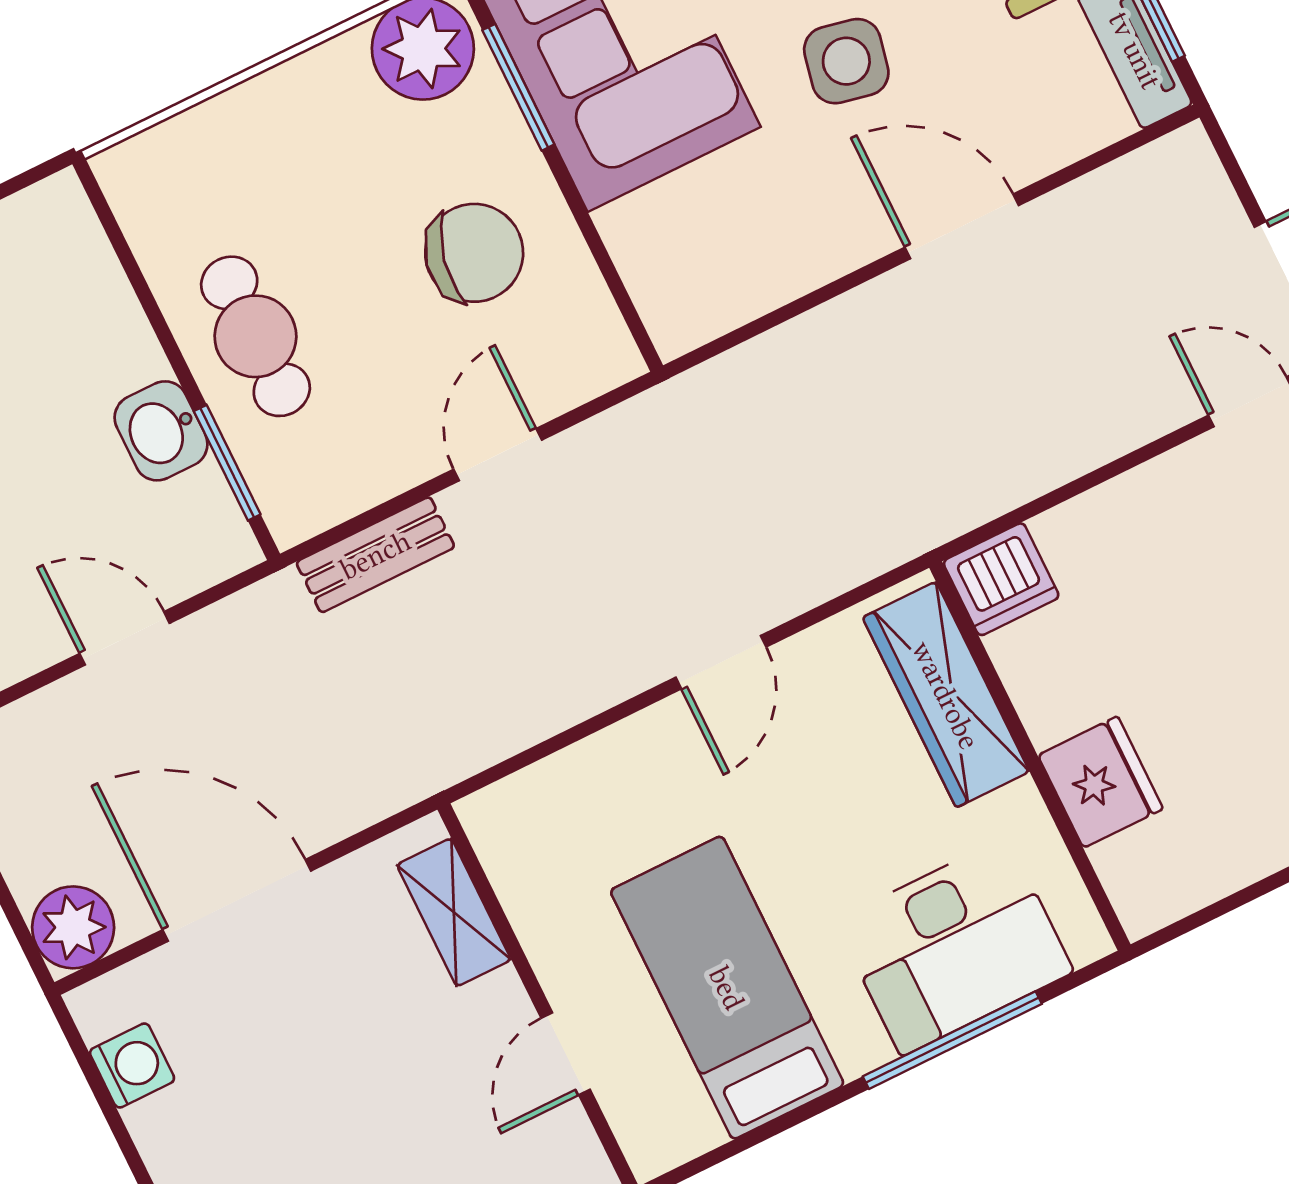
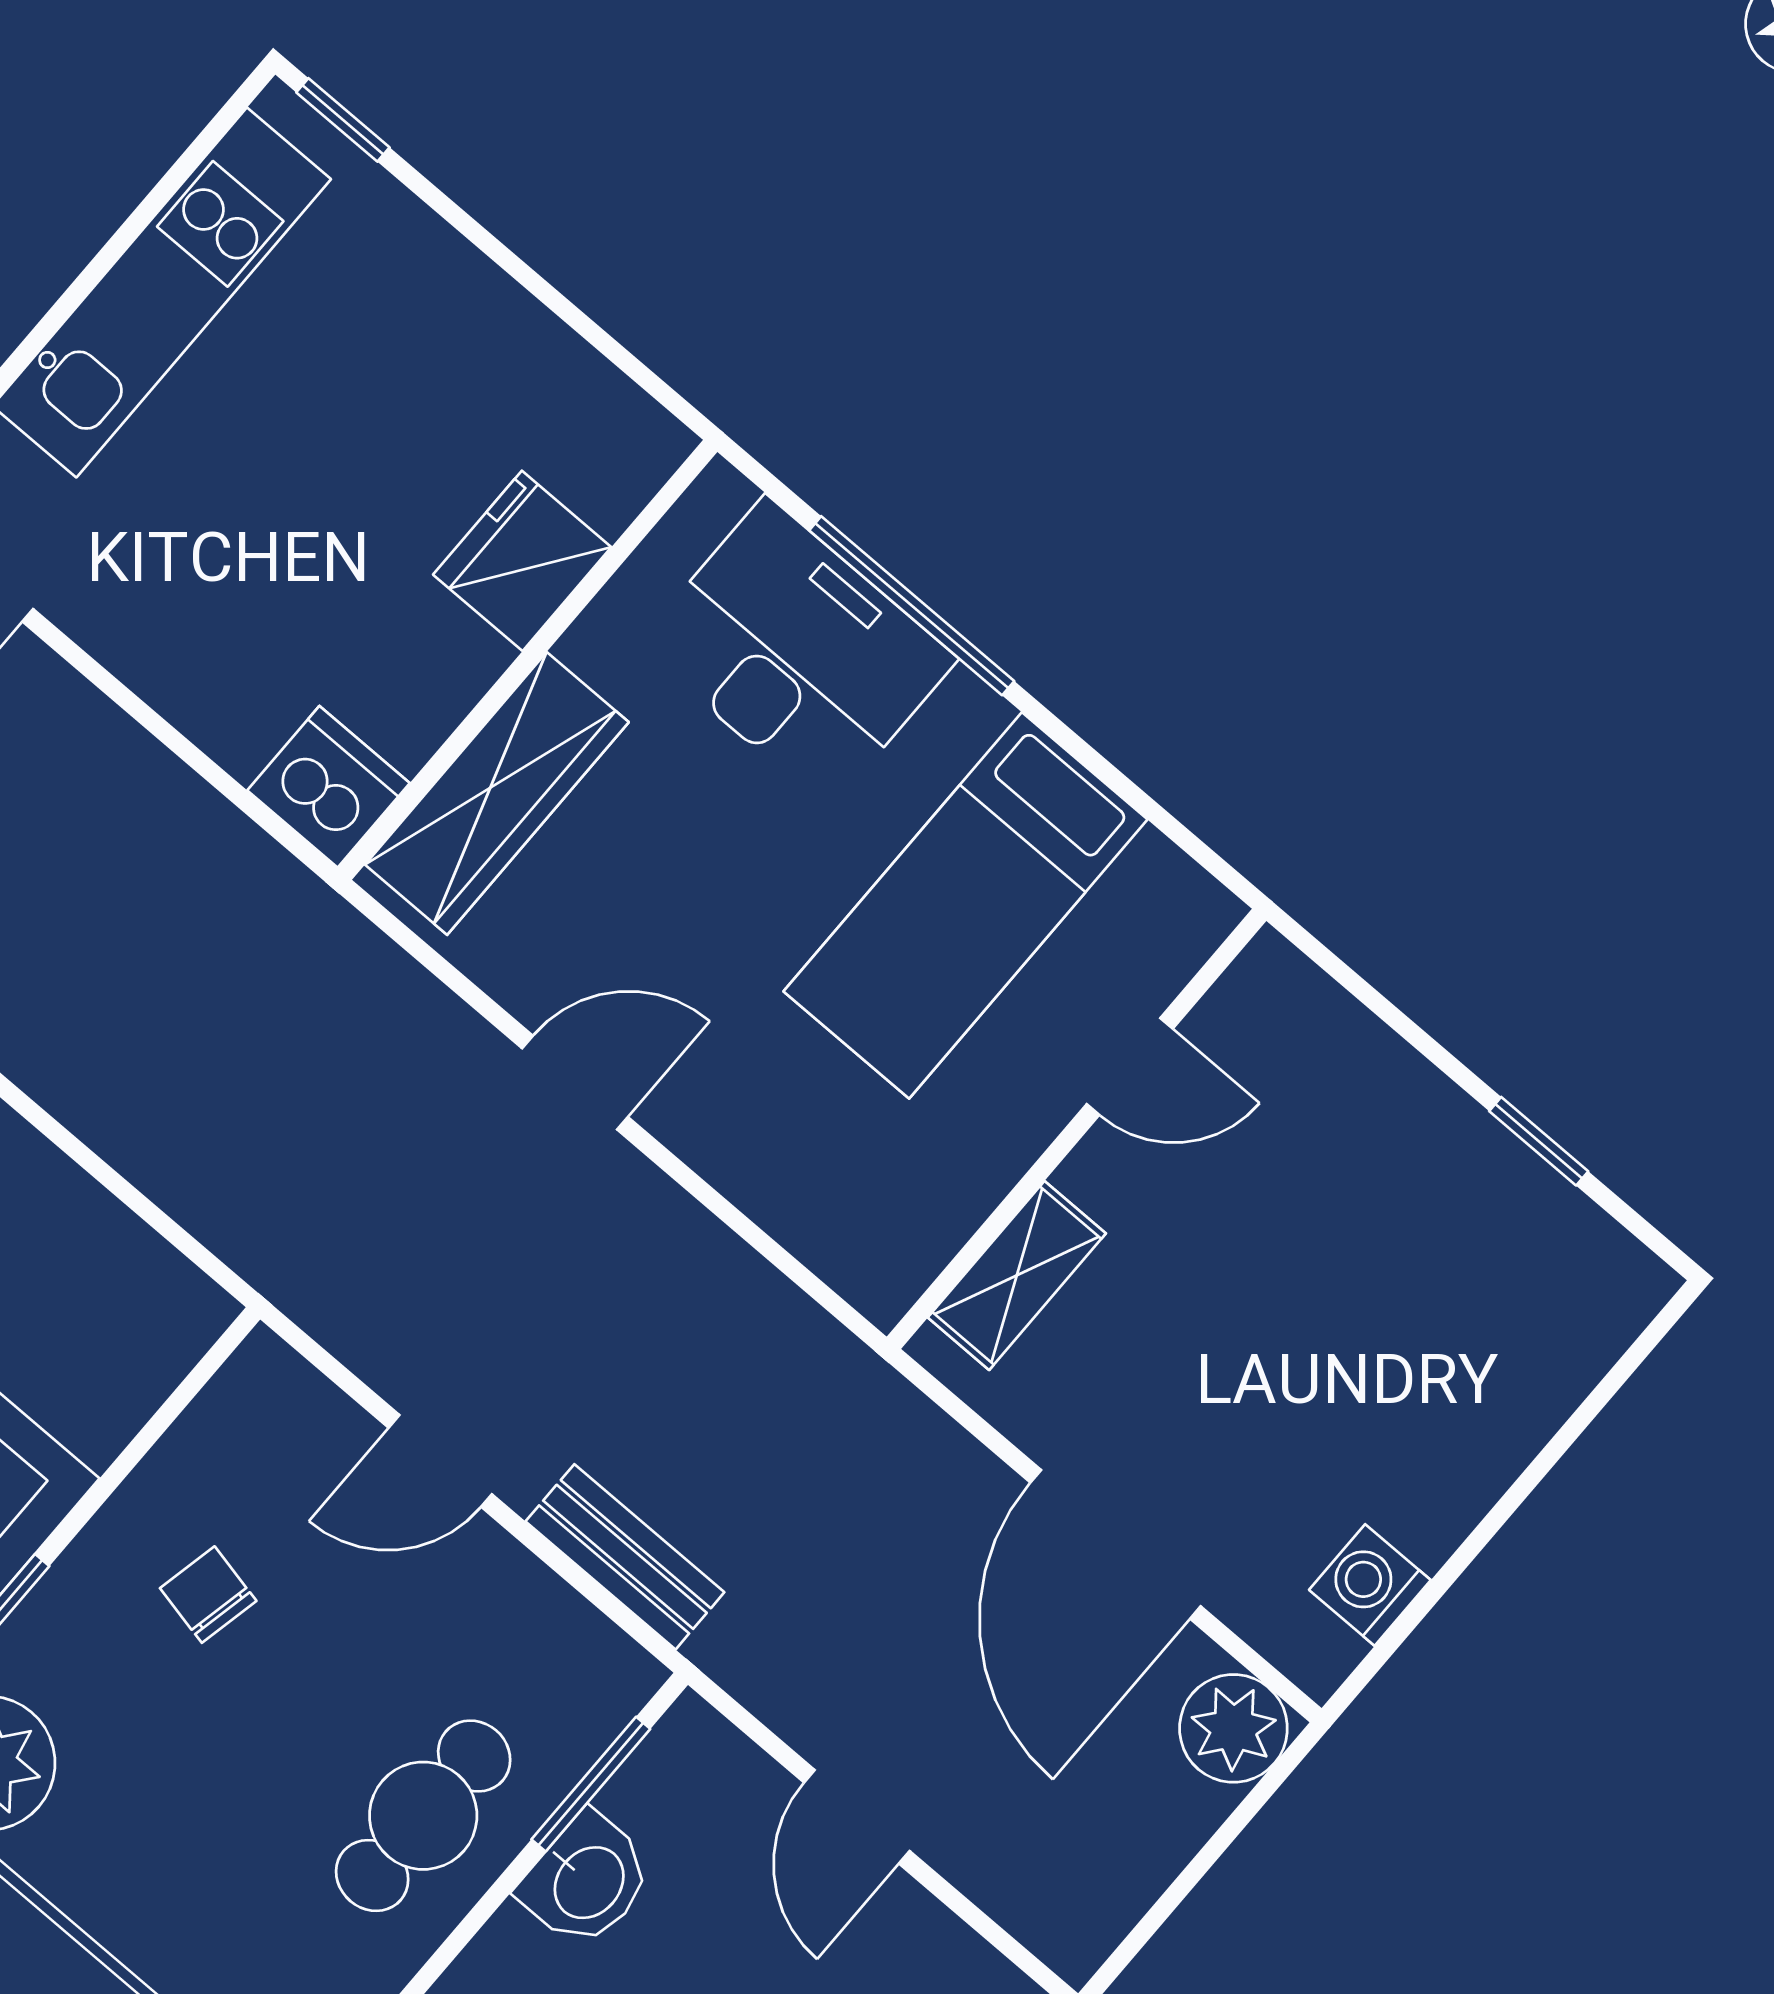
chair: (474, 253) -> (208, 1595), width x0.54, depth x0.54

